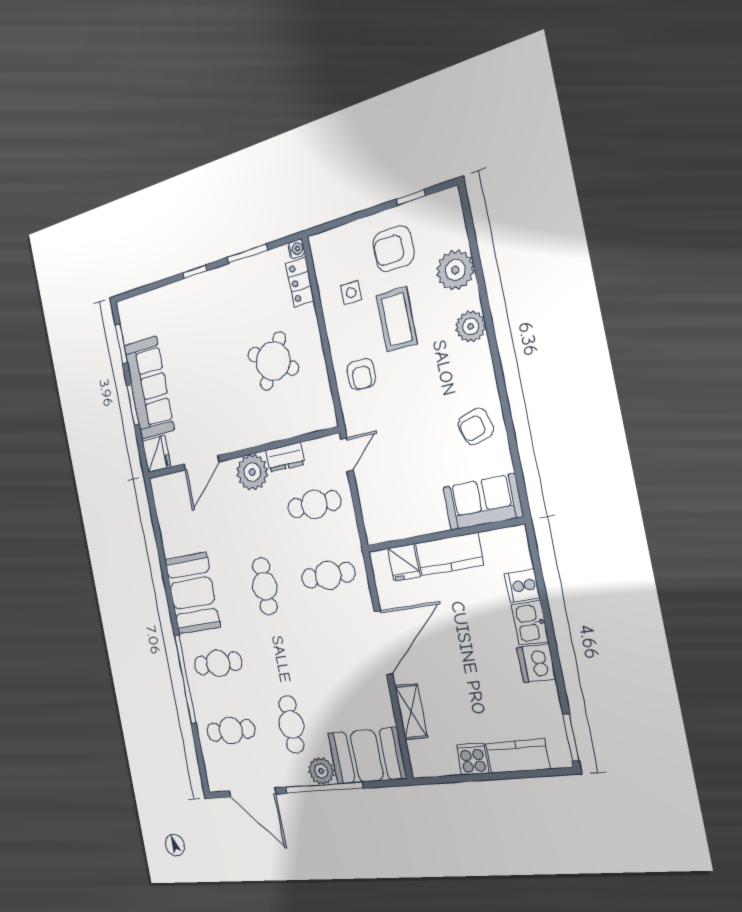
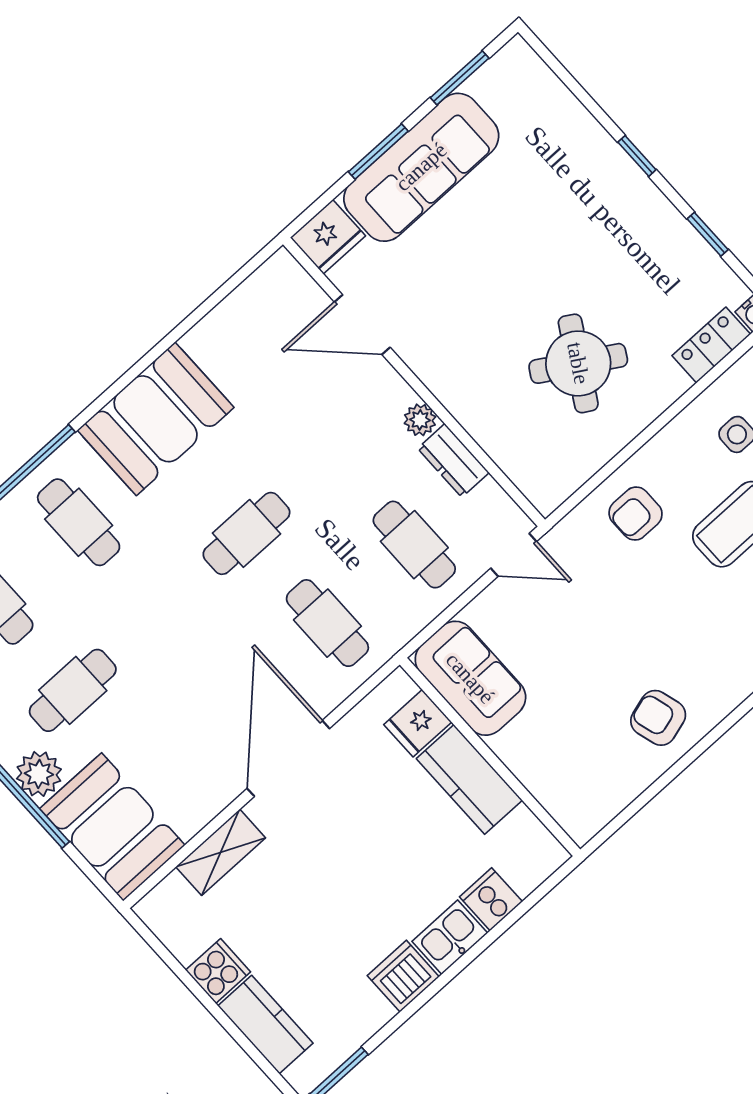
window: (247, 254) -> (708, 234), width x0.67
plant: (252, 472) -> (420, 420), width x0.53, depth x0.53
sofa: (483, 502) -> (470, 678), moved
door: (383, 643) -> (288, 758), swing flipped

